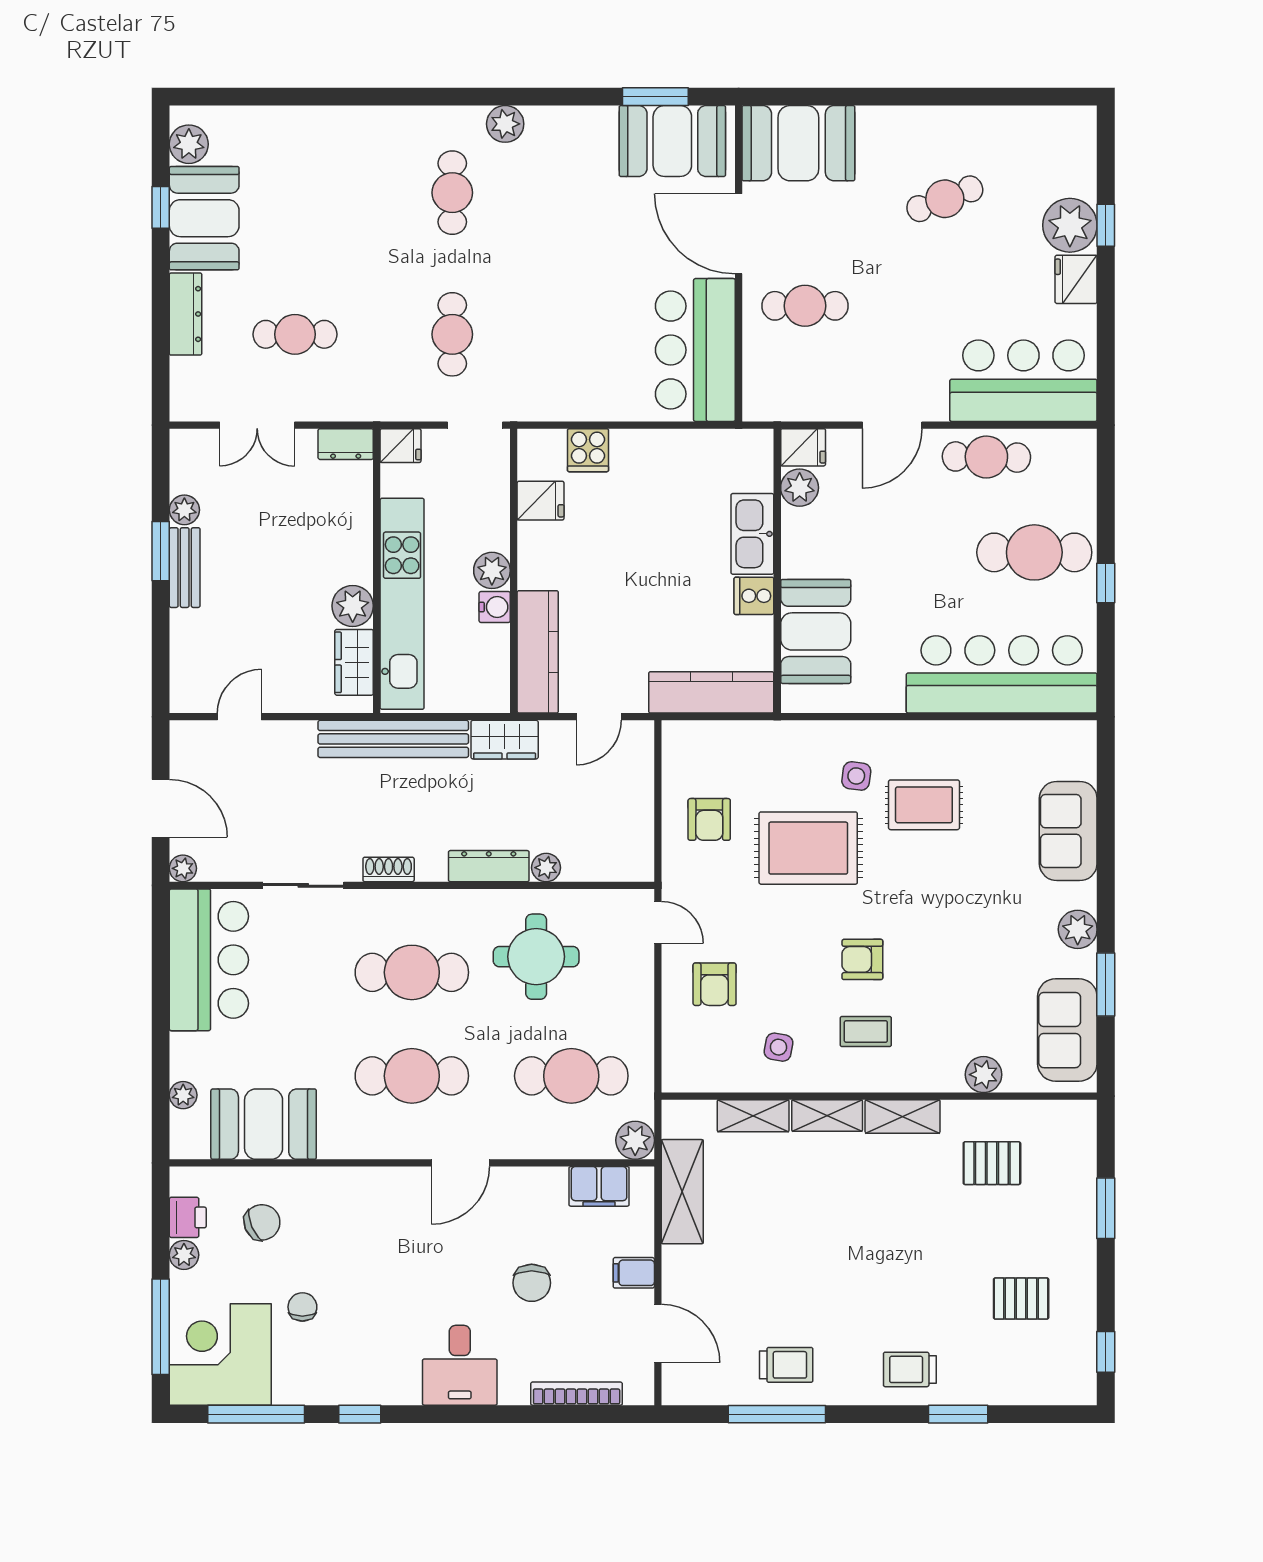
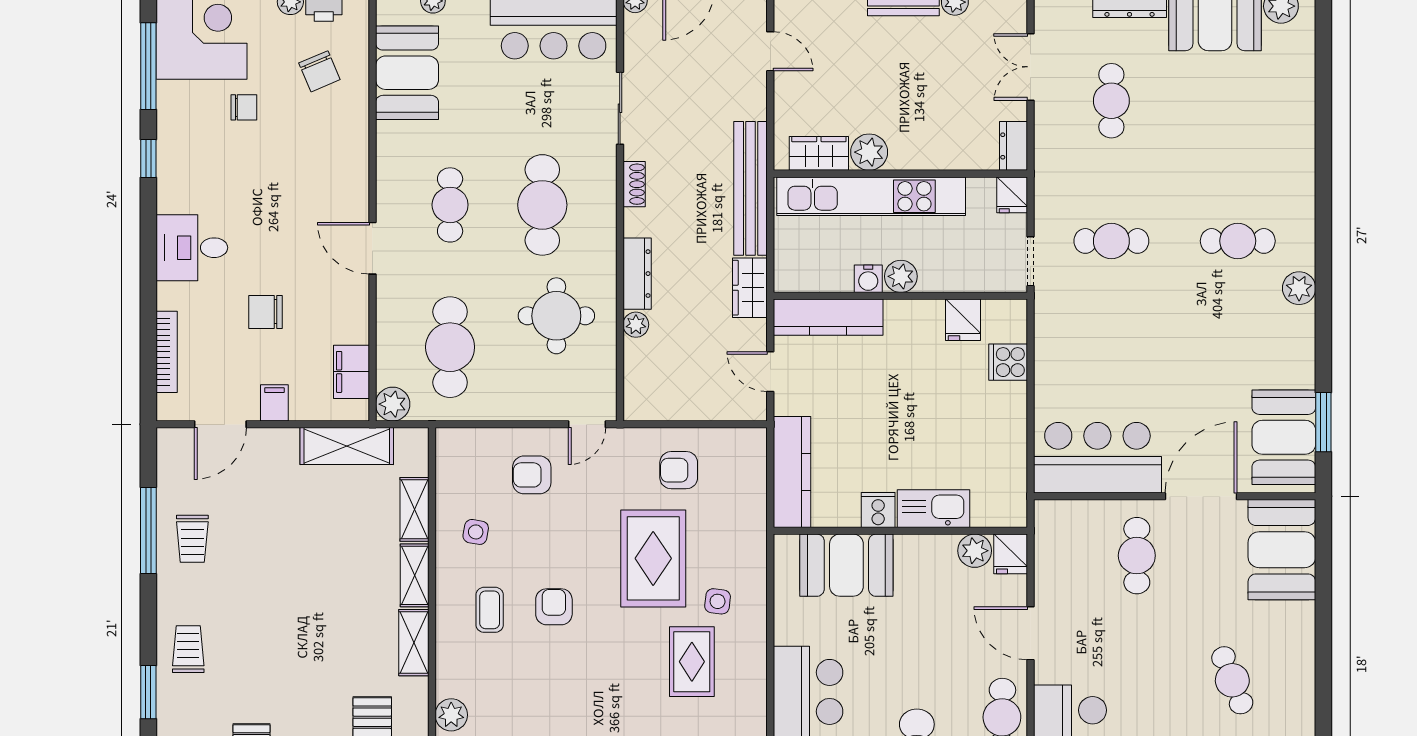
cafe table: (412, 1076) -> (450, 205), width x0.73, depth x0.74

